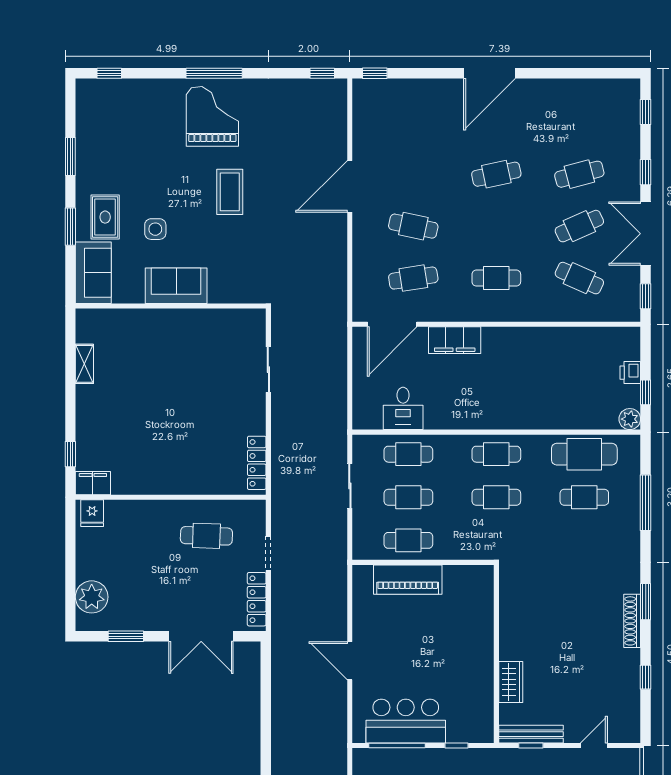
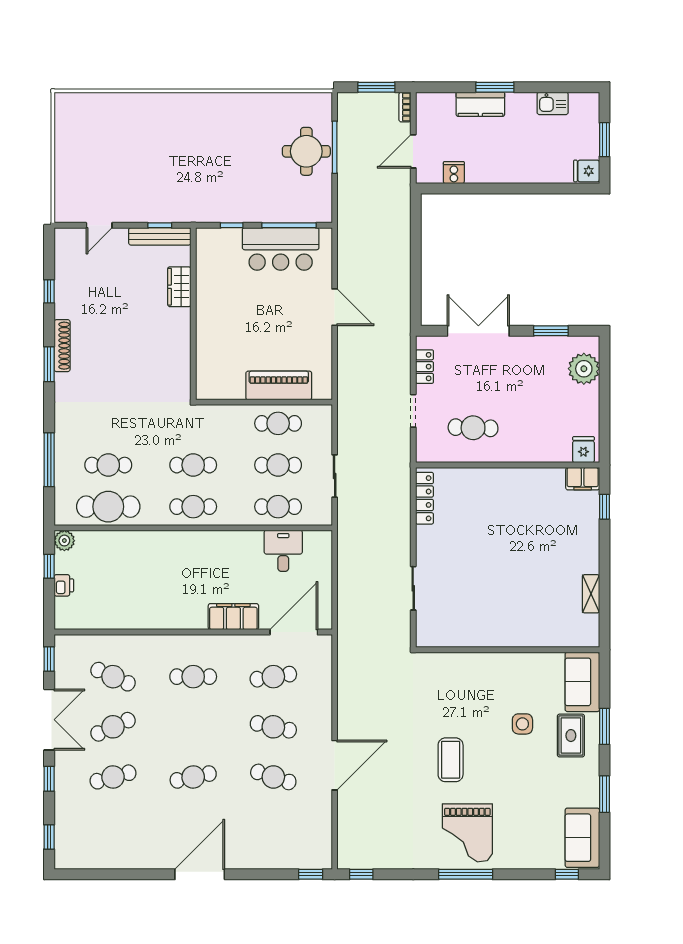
cafe table: (413, 174) -> (273, 777), added
sofa: (176, 286) -> (582, 838), moved, turned 90
locker: (257, 599) -> (425, 367), width x0.66

